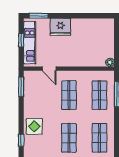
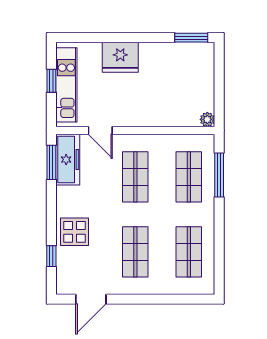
window: (39, 16) -> (191, 38), moved
freezer: (30, 85) -> (68, 160), added

